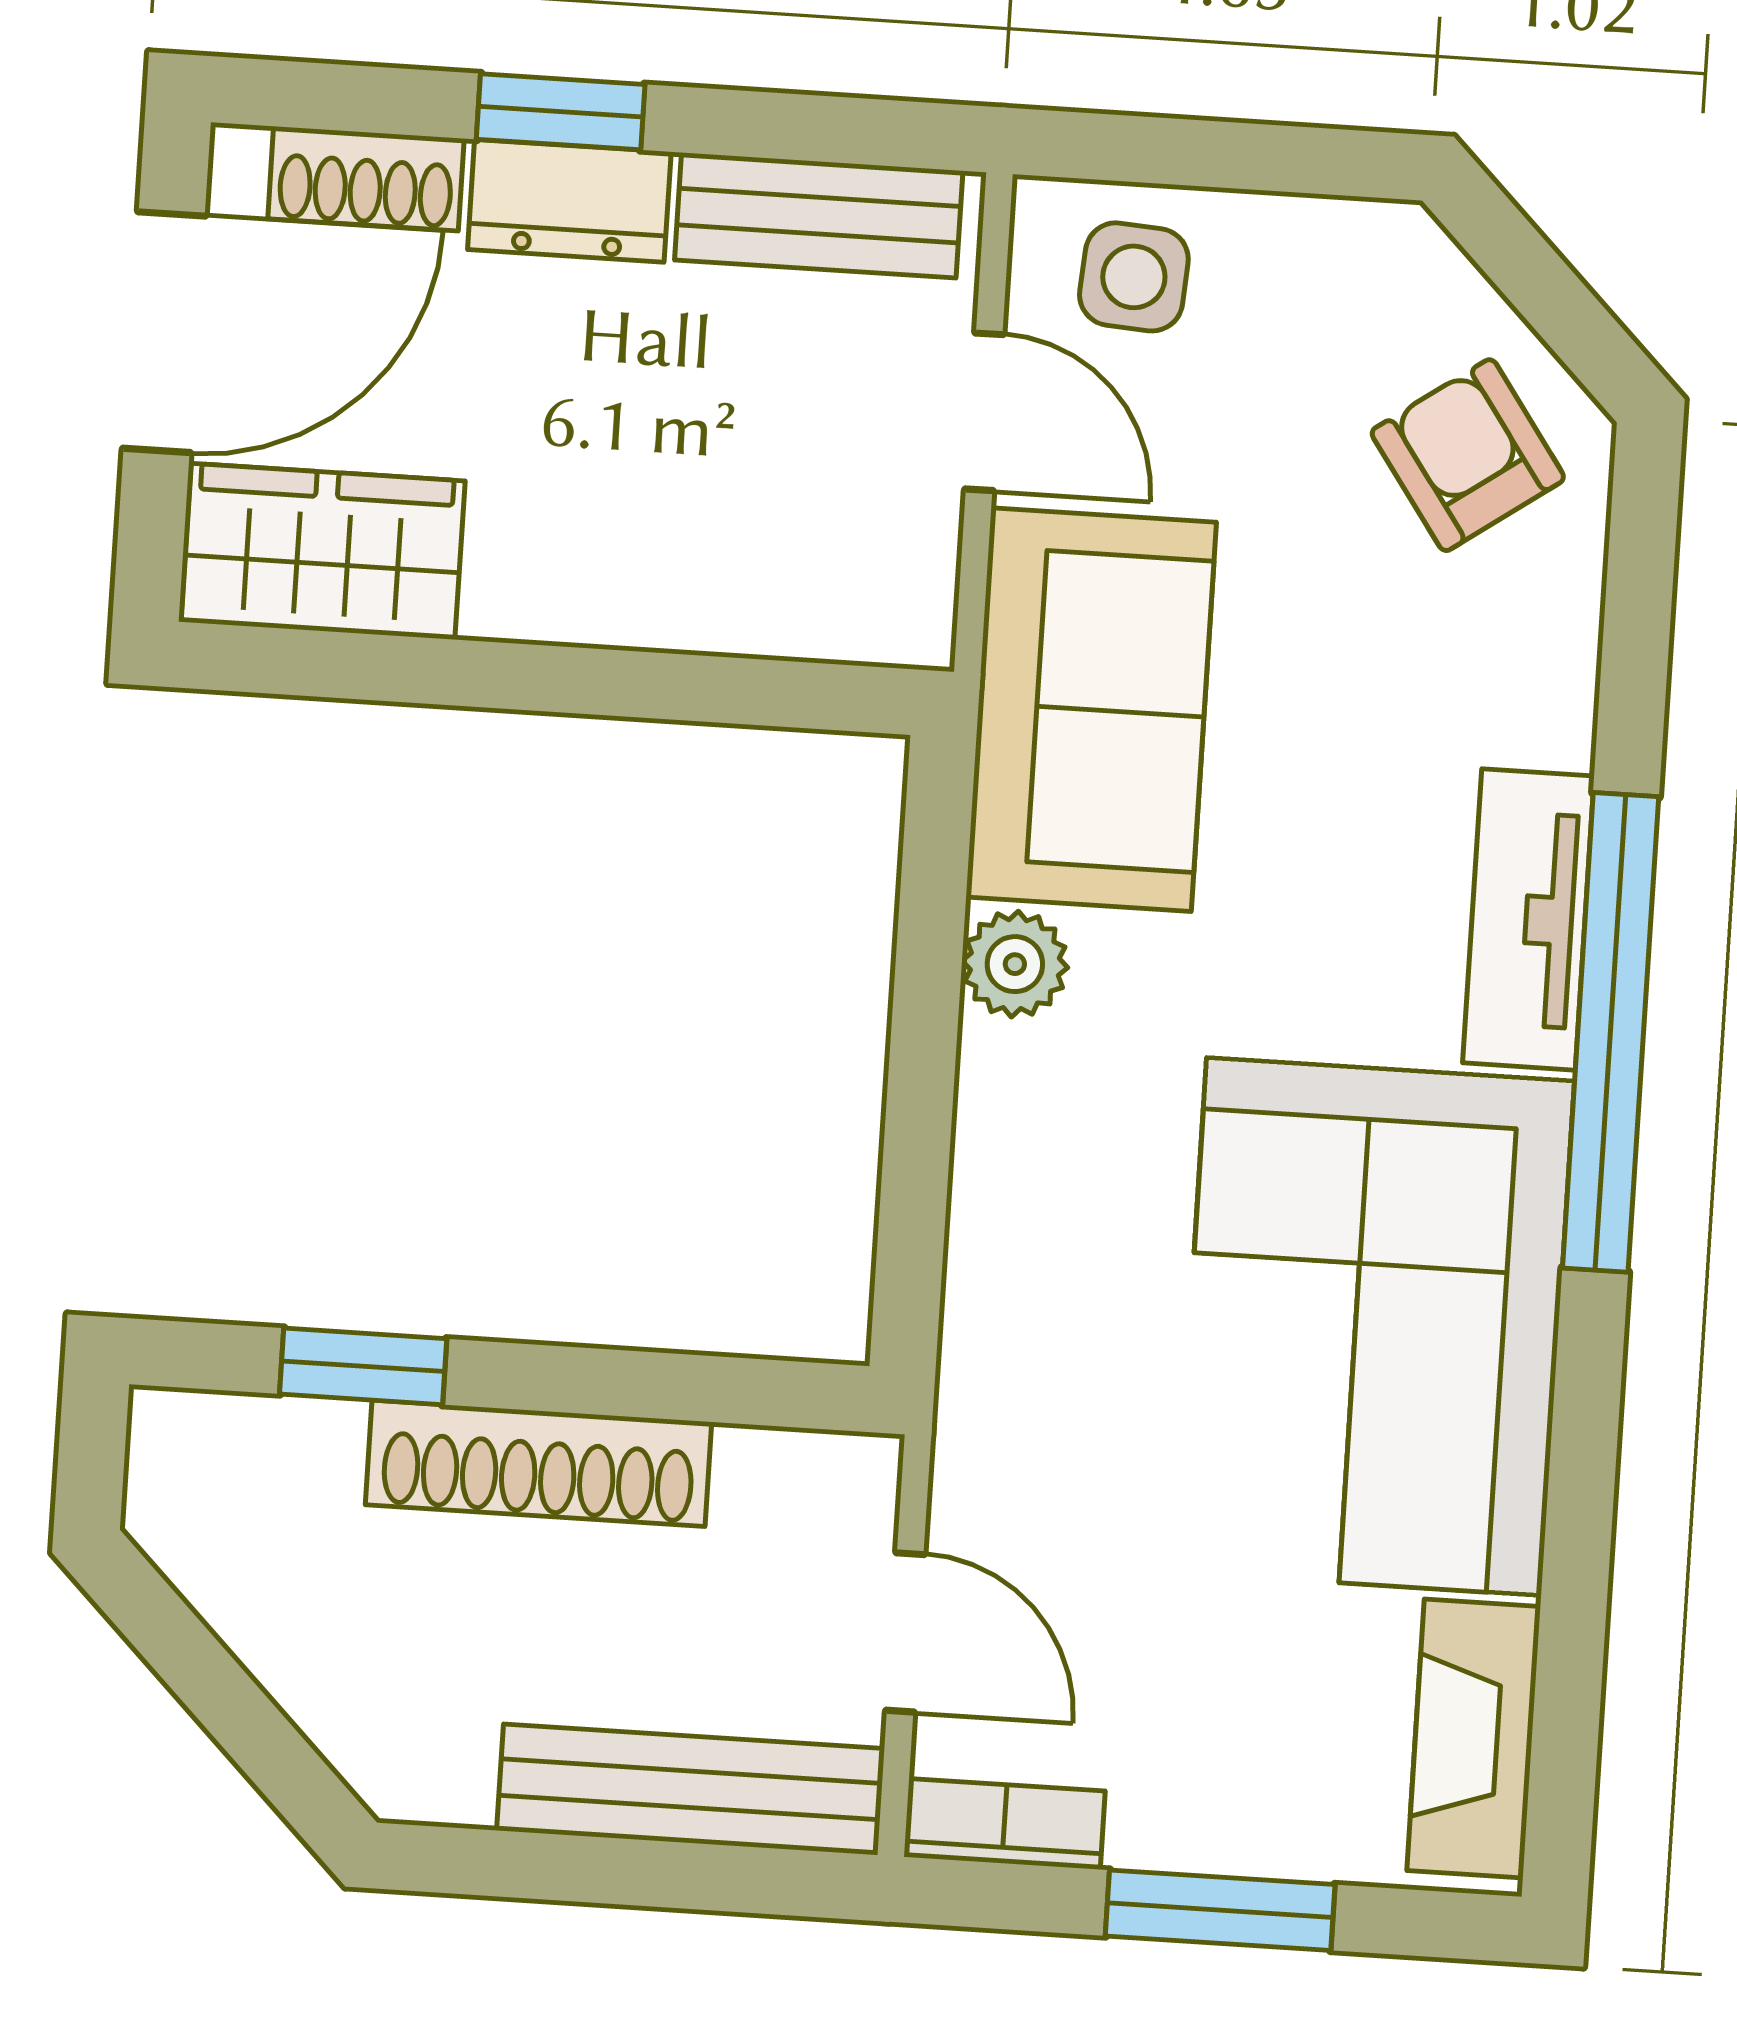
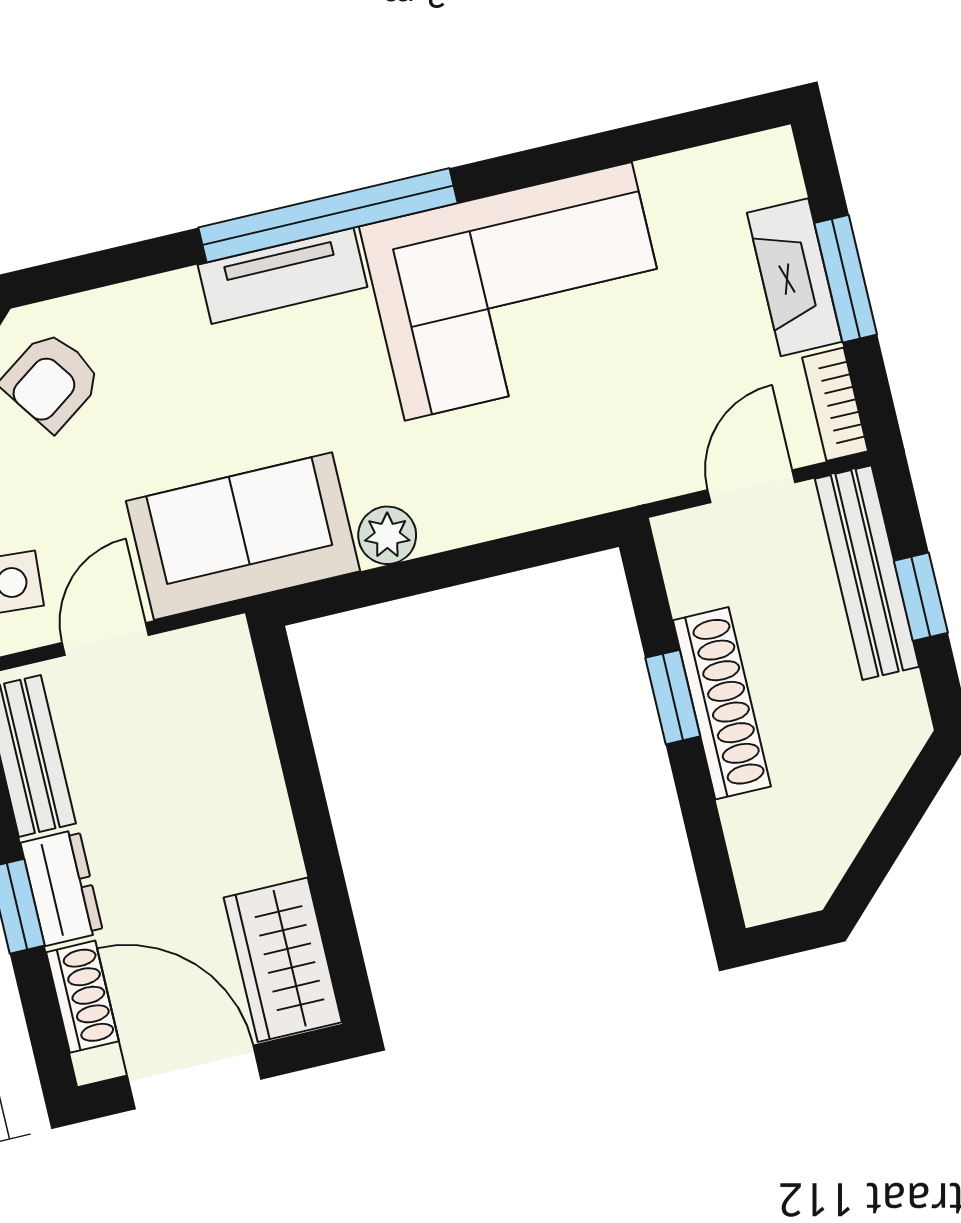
window: (363, 1366) -> (673, 697), moved
fireplace: (1474, 1739) -> (795, 277), moved, turned 90
window: (619, 1871) -> (921, 597), added

